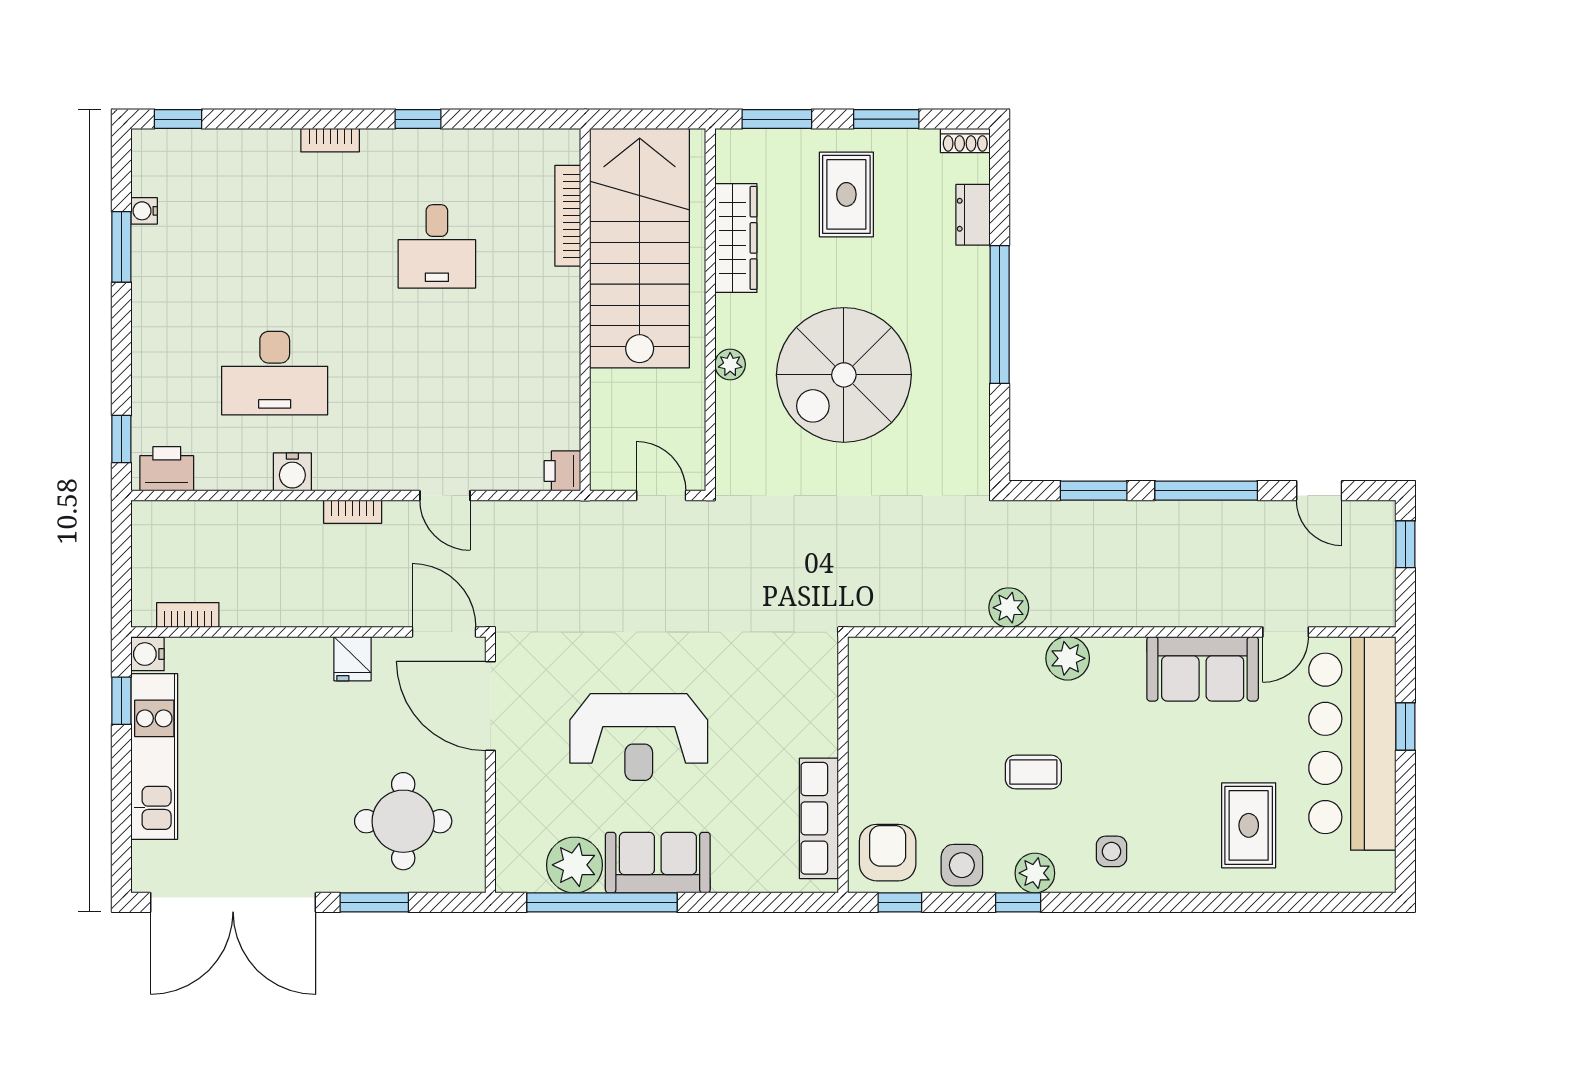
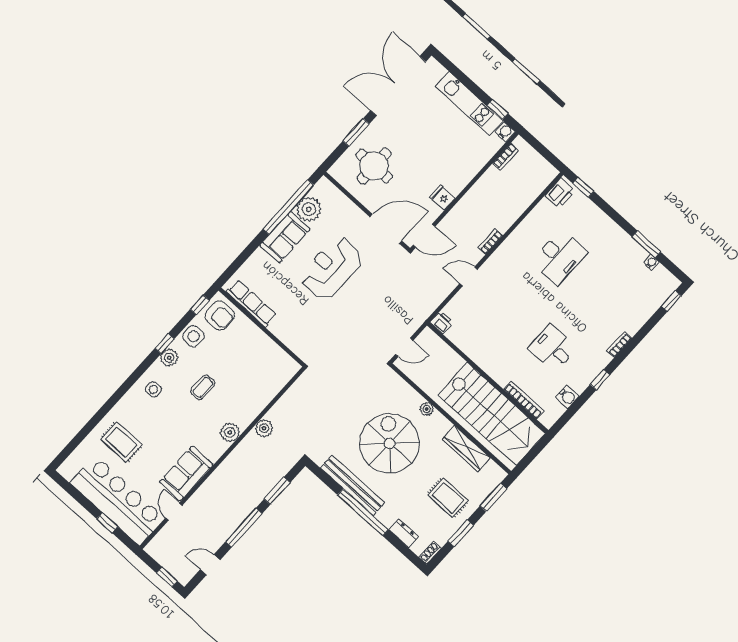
desk: (275, 373) -> (559, 257), turned 180
bench: (970, 373) -> (352, 485), added
water cooler: (292, 472) -> (567, 397), moved, turned 180

